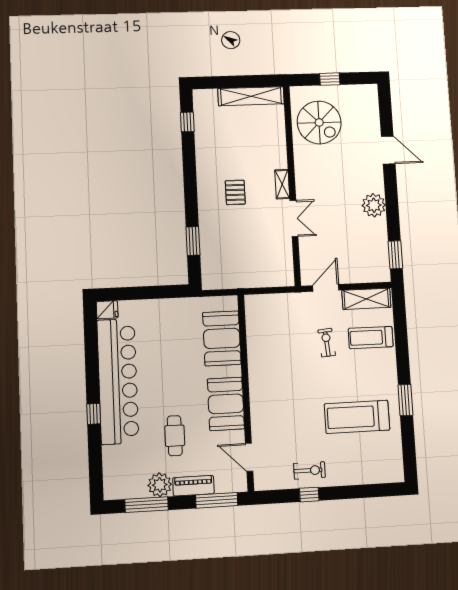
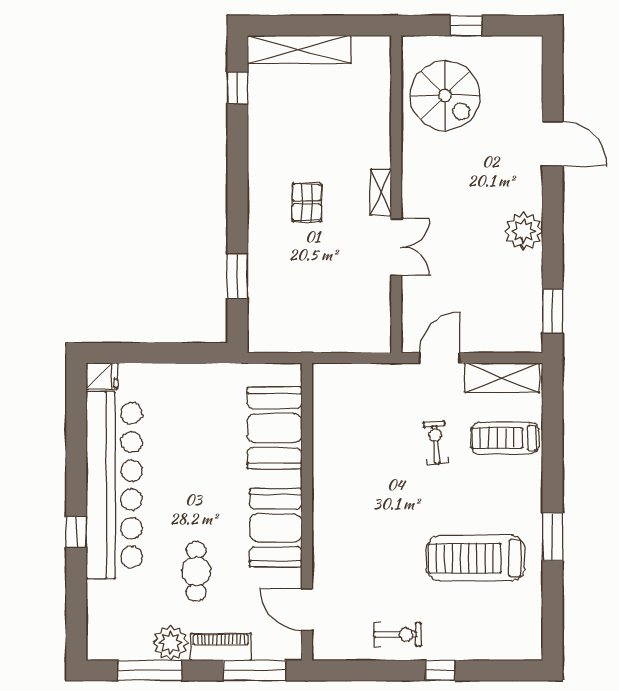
shelving: (251, 96) -> (299, 50), moved
window: (309, 495) -> (440, 670), moved

